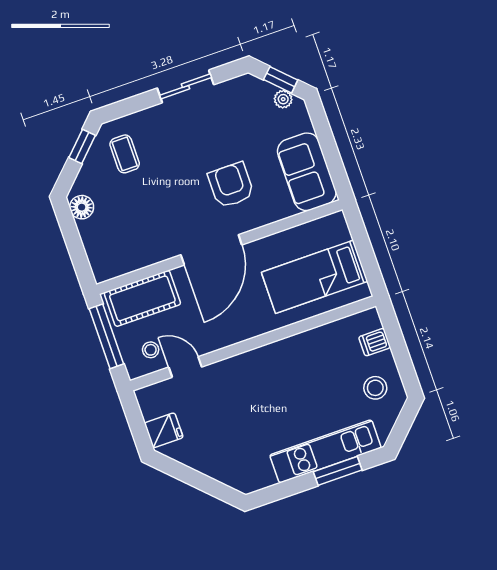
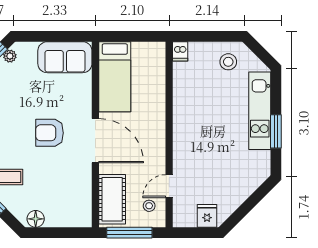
armchair: (231, 185) -> (50, 133), moved
bed: (315, 277) -> (115, 77), moved
dishwasher: (375, 342) -> (180, 51), moved
window: (338, 471) -> (276, 131), moved

